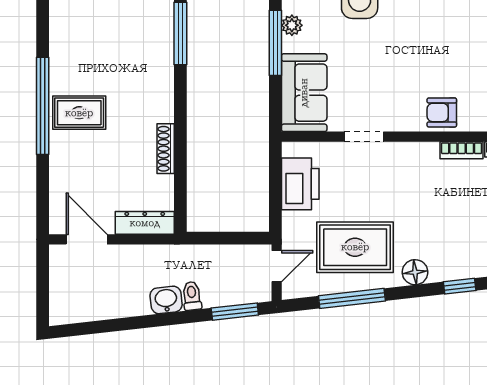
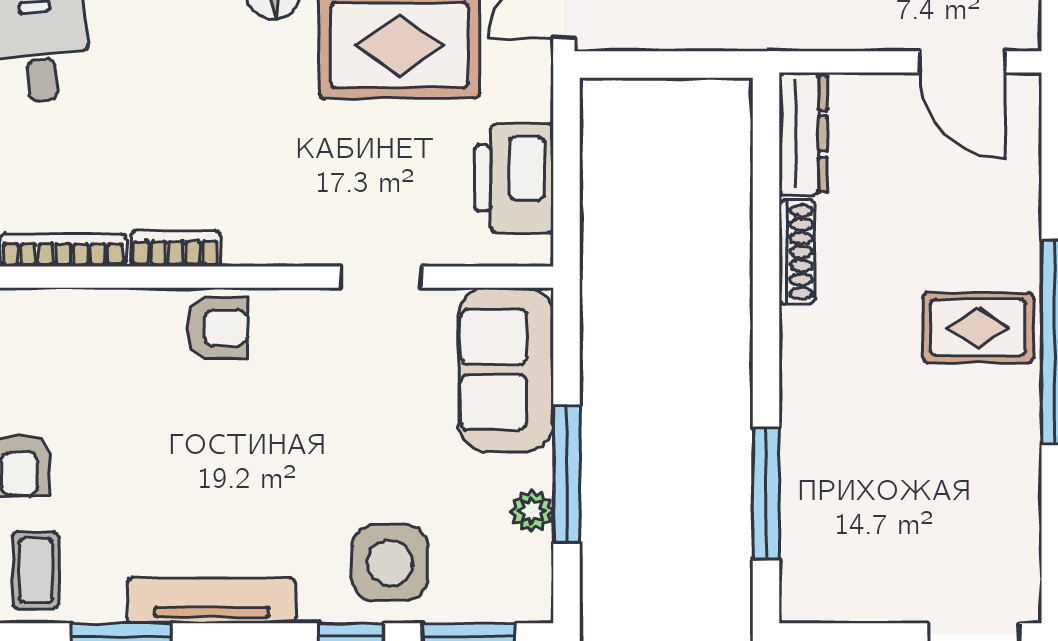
dresser: (145, 223) -> (803, 134), moved, turned -90

